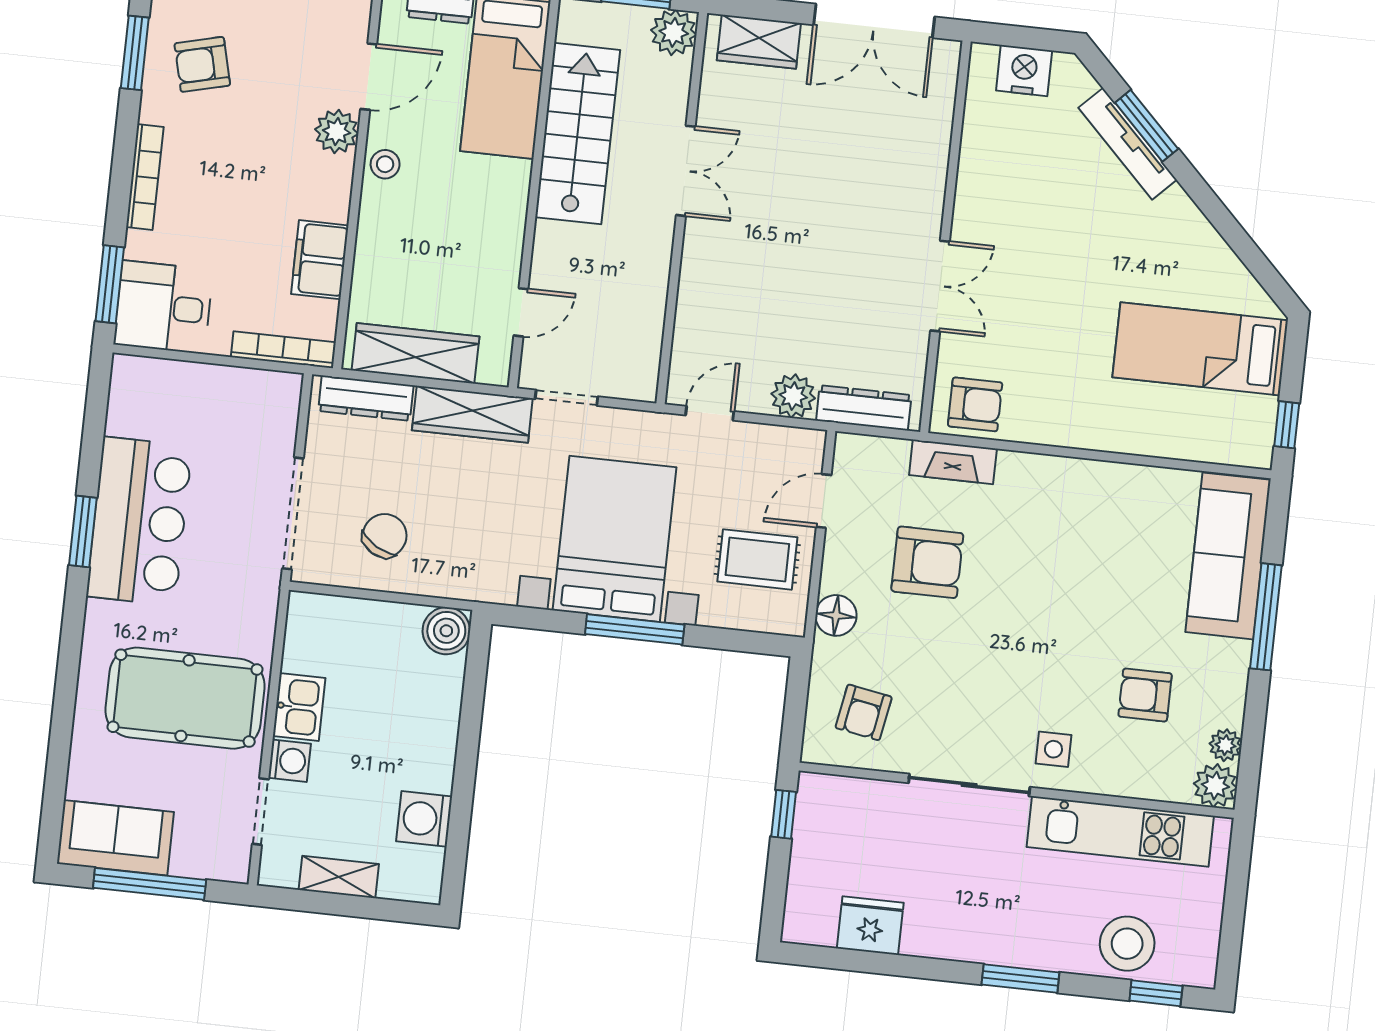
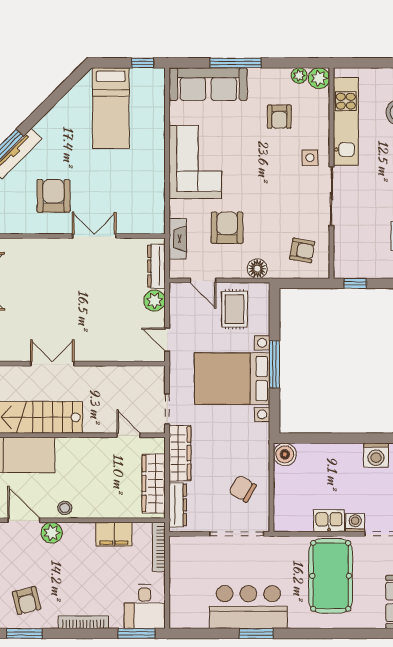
armchair: (975, 404) -> (54, 196), moved, width x1.38, depth x1.38
fireplace: (953, 462) -> (178, 239), moved
corner sofa: (1070, 511) -> (195, 162), added

